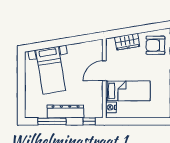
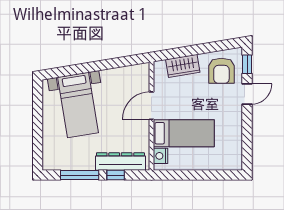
armchair: (155, 45) -> (221, 71), turned -90
dresser: (66, 112) -> (120, 162), moved
window: (89, 121) -> (116, 175), moved

